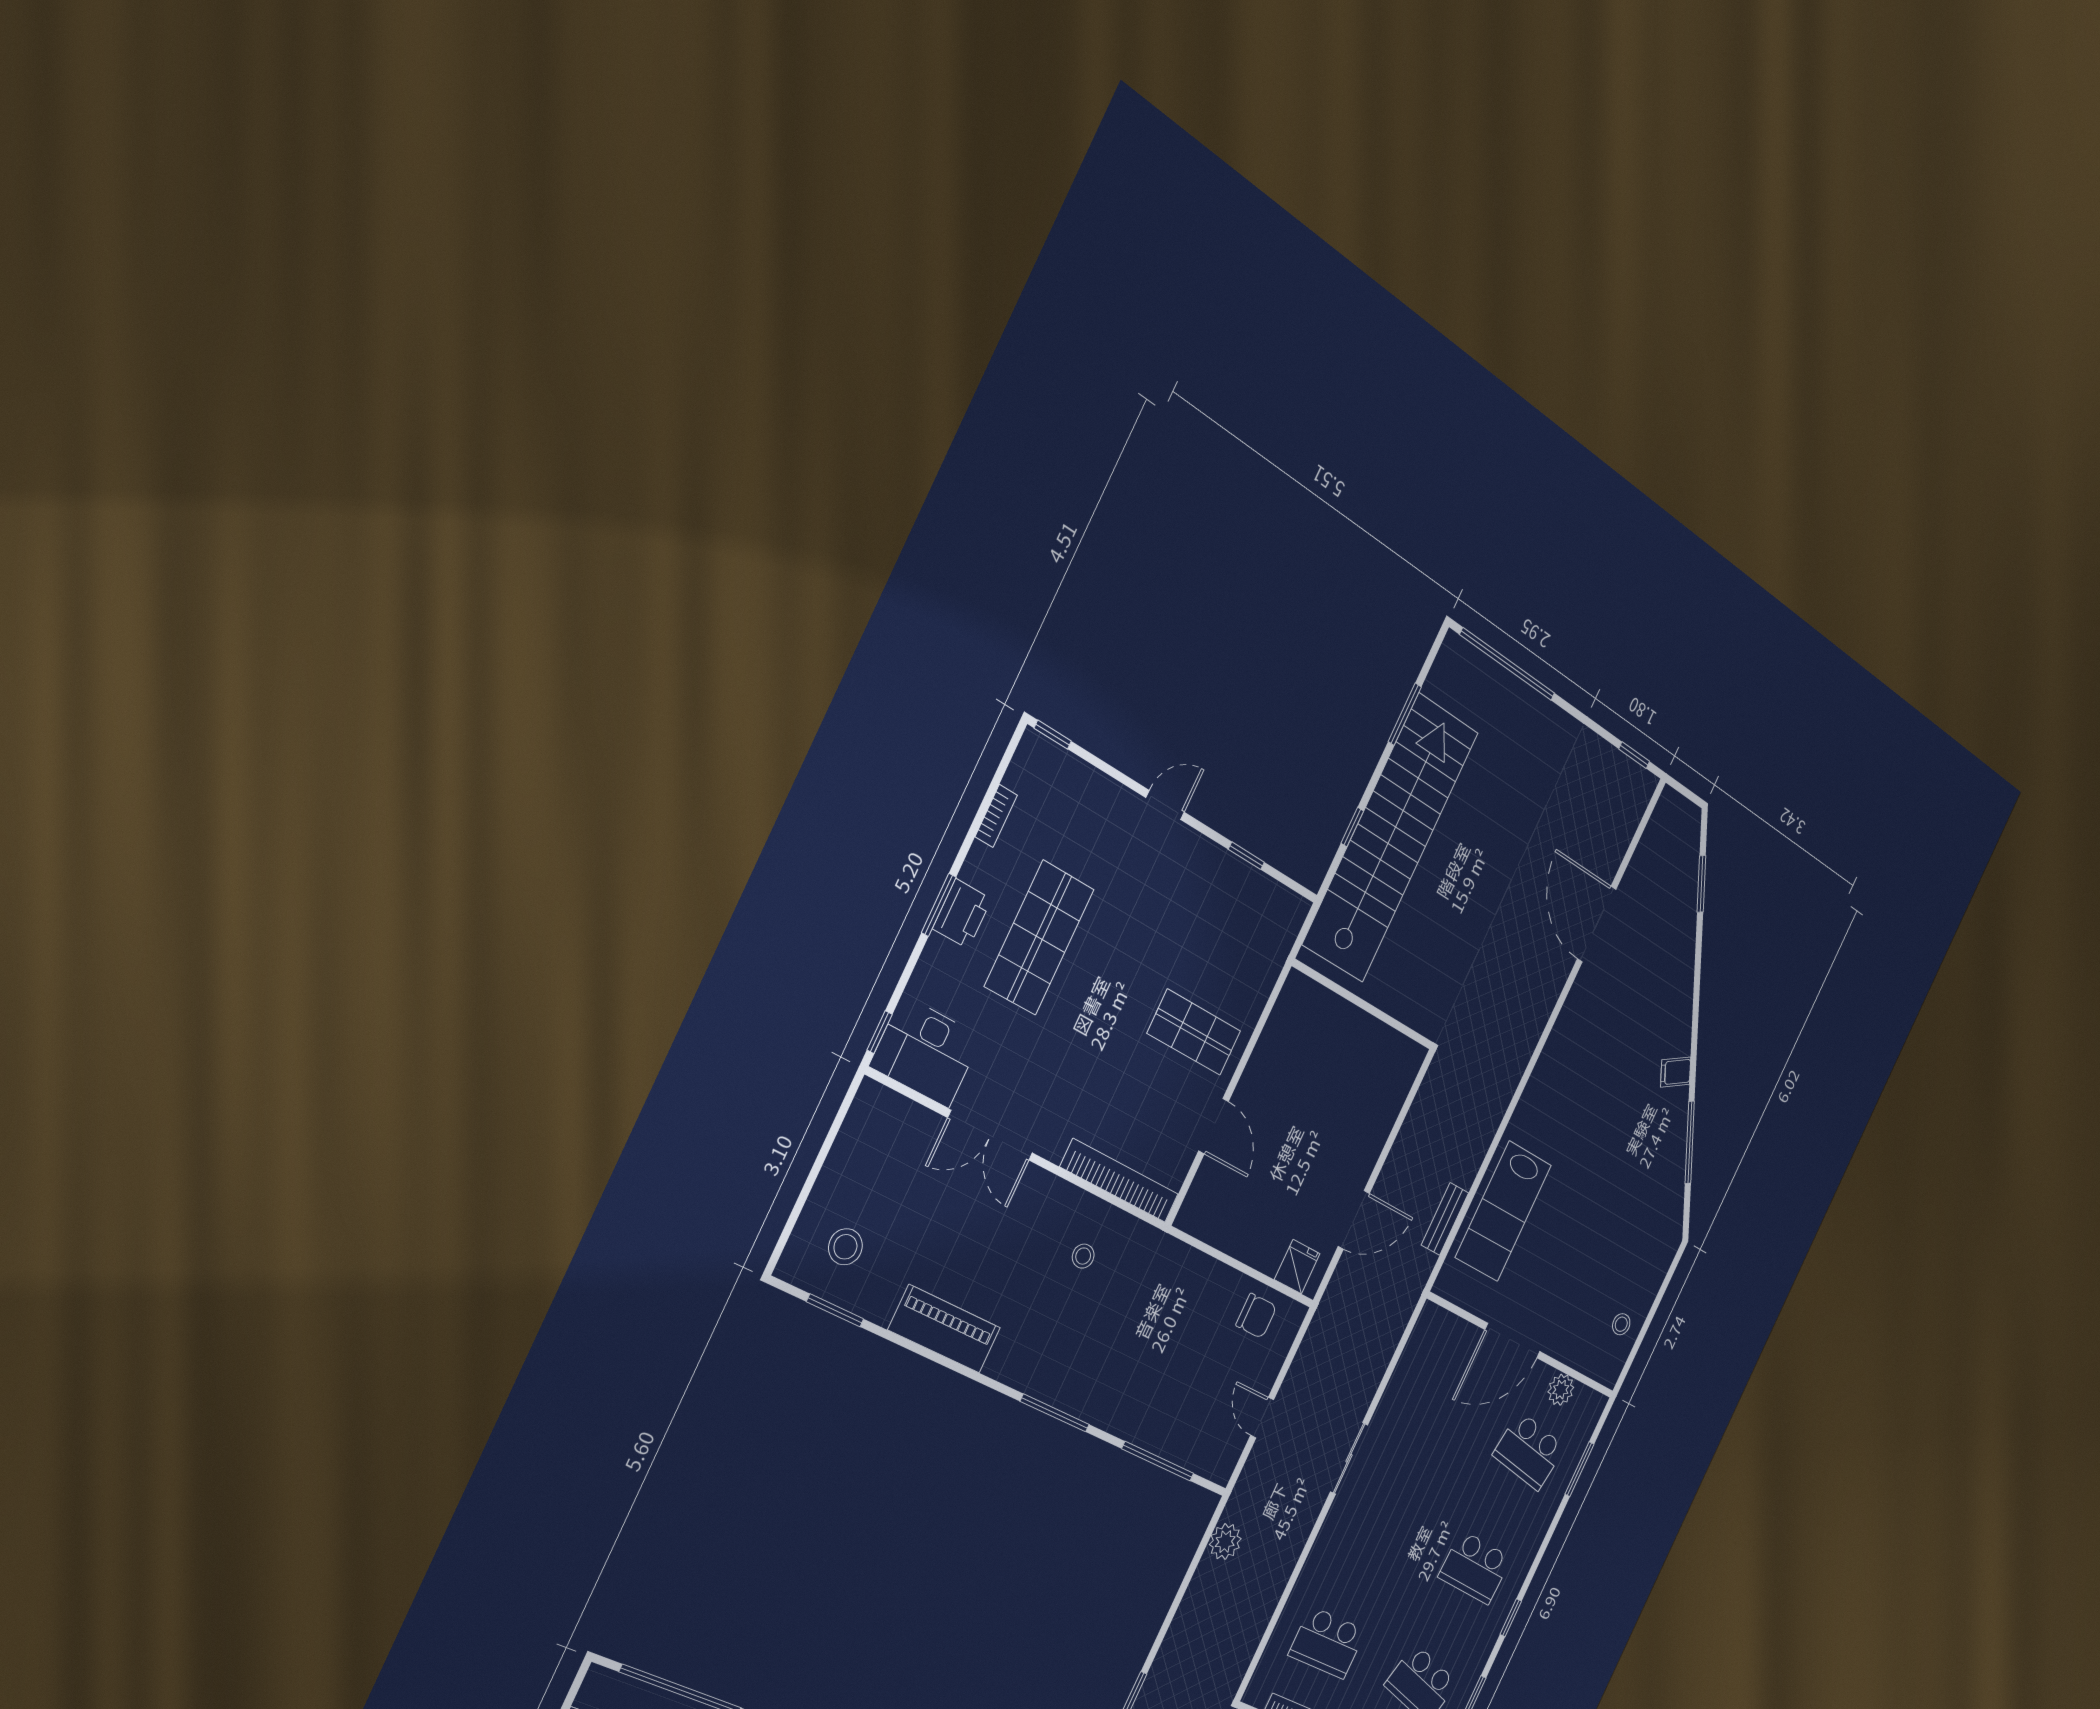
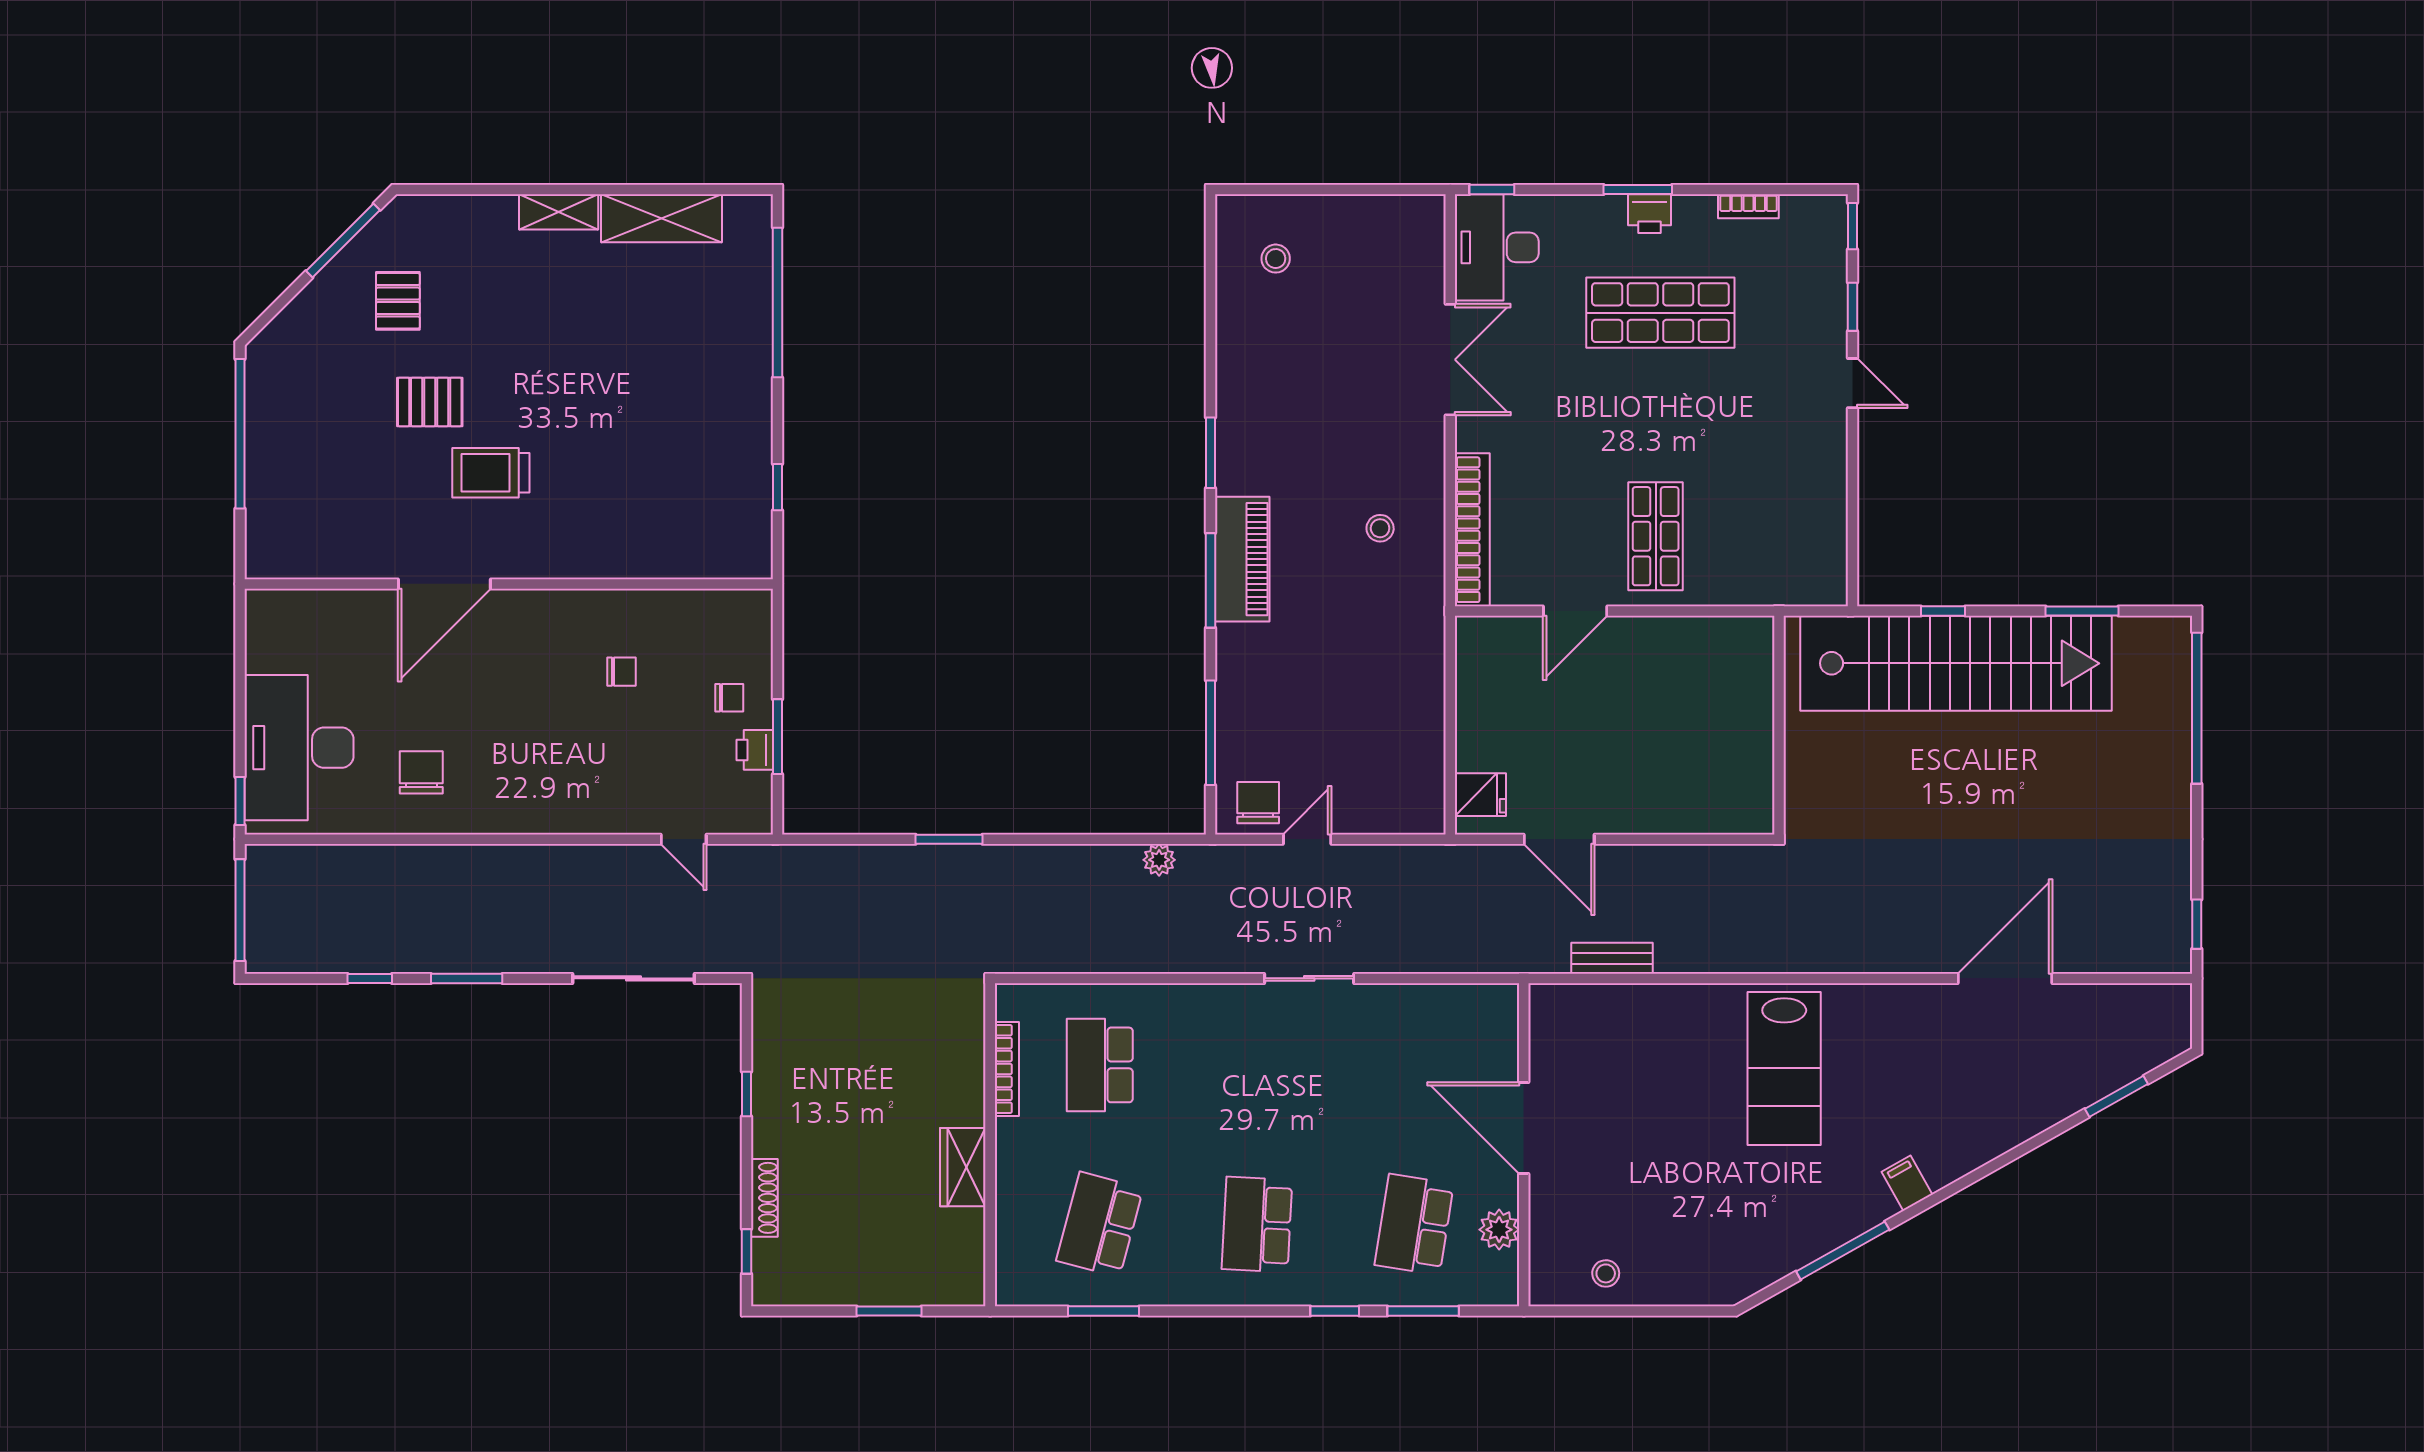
window: (1246, 856) -> (1852, 307), moved
printer: (962, 914) -> (1650, 214), width x0.73, depth x0.81
double door: (990, 1135) -> (1450, 360), swing flipped
lab bench: (1503, 1211) -> (1784, 1069), moved, turned -90
stool: (845, 1247) -> (1276, 259), width x0.73, depth x0.73
window: (835, 1310) -> (1211, 453), moved
chair: (1256, 1316) -> (1258, 803), moved, turned 180
piano: (944, 1329) -> (1242, 559), moved
plant: (1225, 1542) -> (1159, 860), width x0.73, depth x0.73
window: (1511, 1618) -> (1335, 1311), moved

